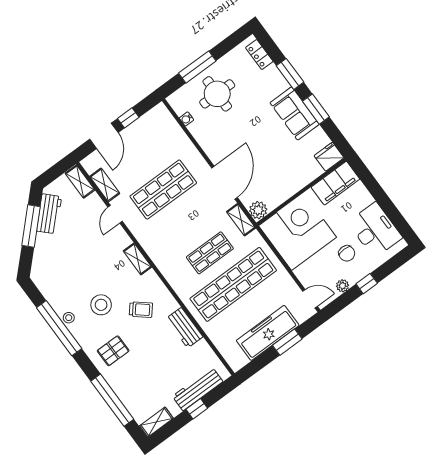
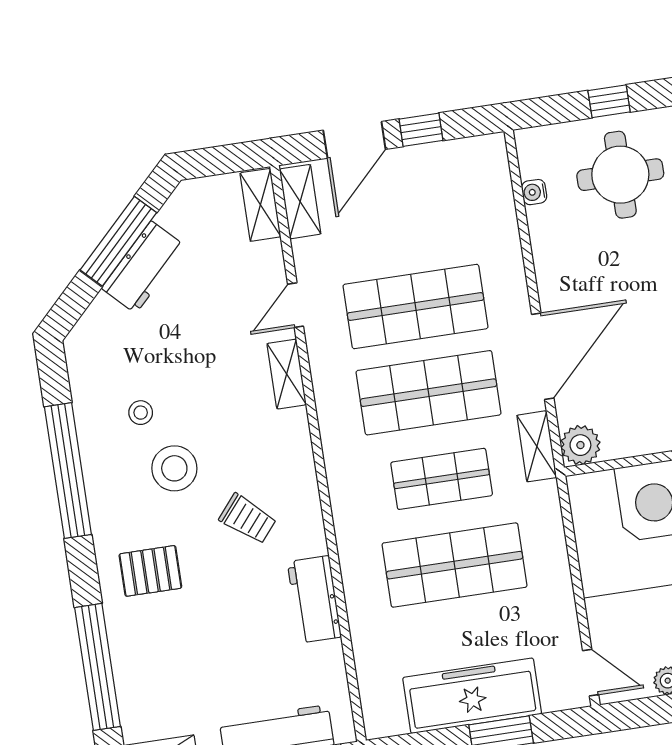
window: (197, 67) -> (609, 101), width x0.46
shelving: (105, 185) -> (300, 202), moved
workbench: (49, 214) -> (143, 267), moved
shop shelf: (187, 221) -> (429, 393), added
shelving: (137, 259) -> (287, 374), moved
shop shelf: (233, 284) -> (455, 565), width x0.71
stool: (69, 318) -> (141, 413), moved

